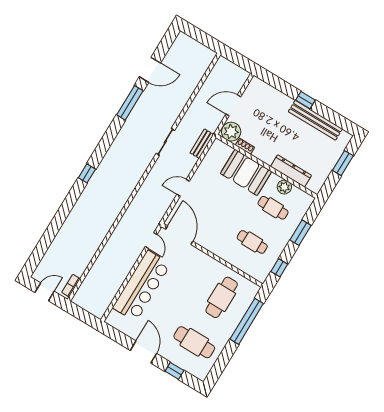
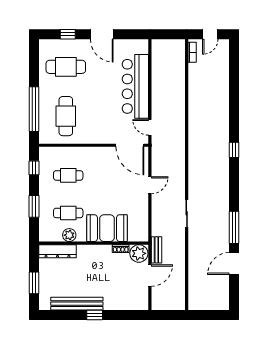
bench: (202, 144) -> (156, 250), moved
dresser: (291, 171) -> (57, 251), moved

